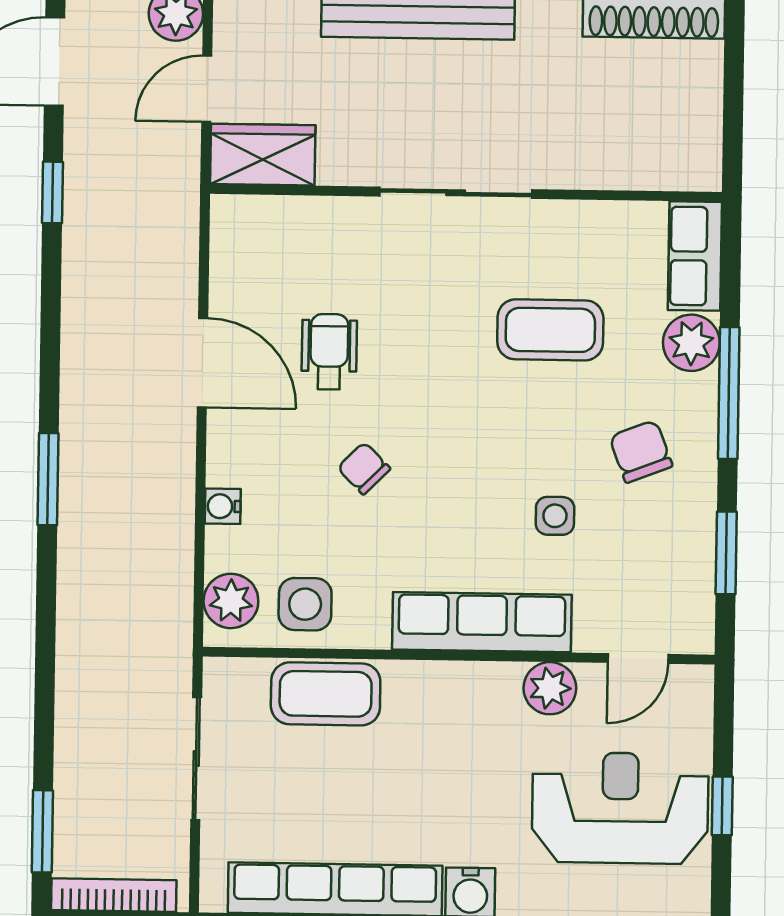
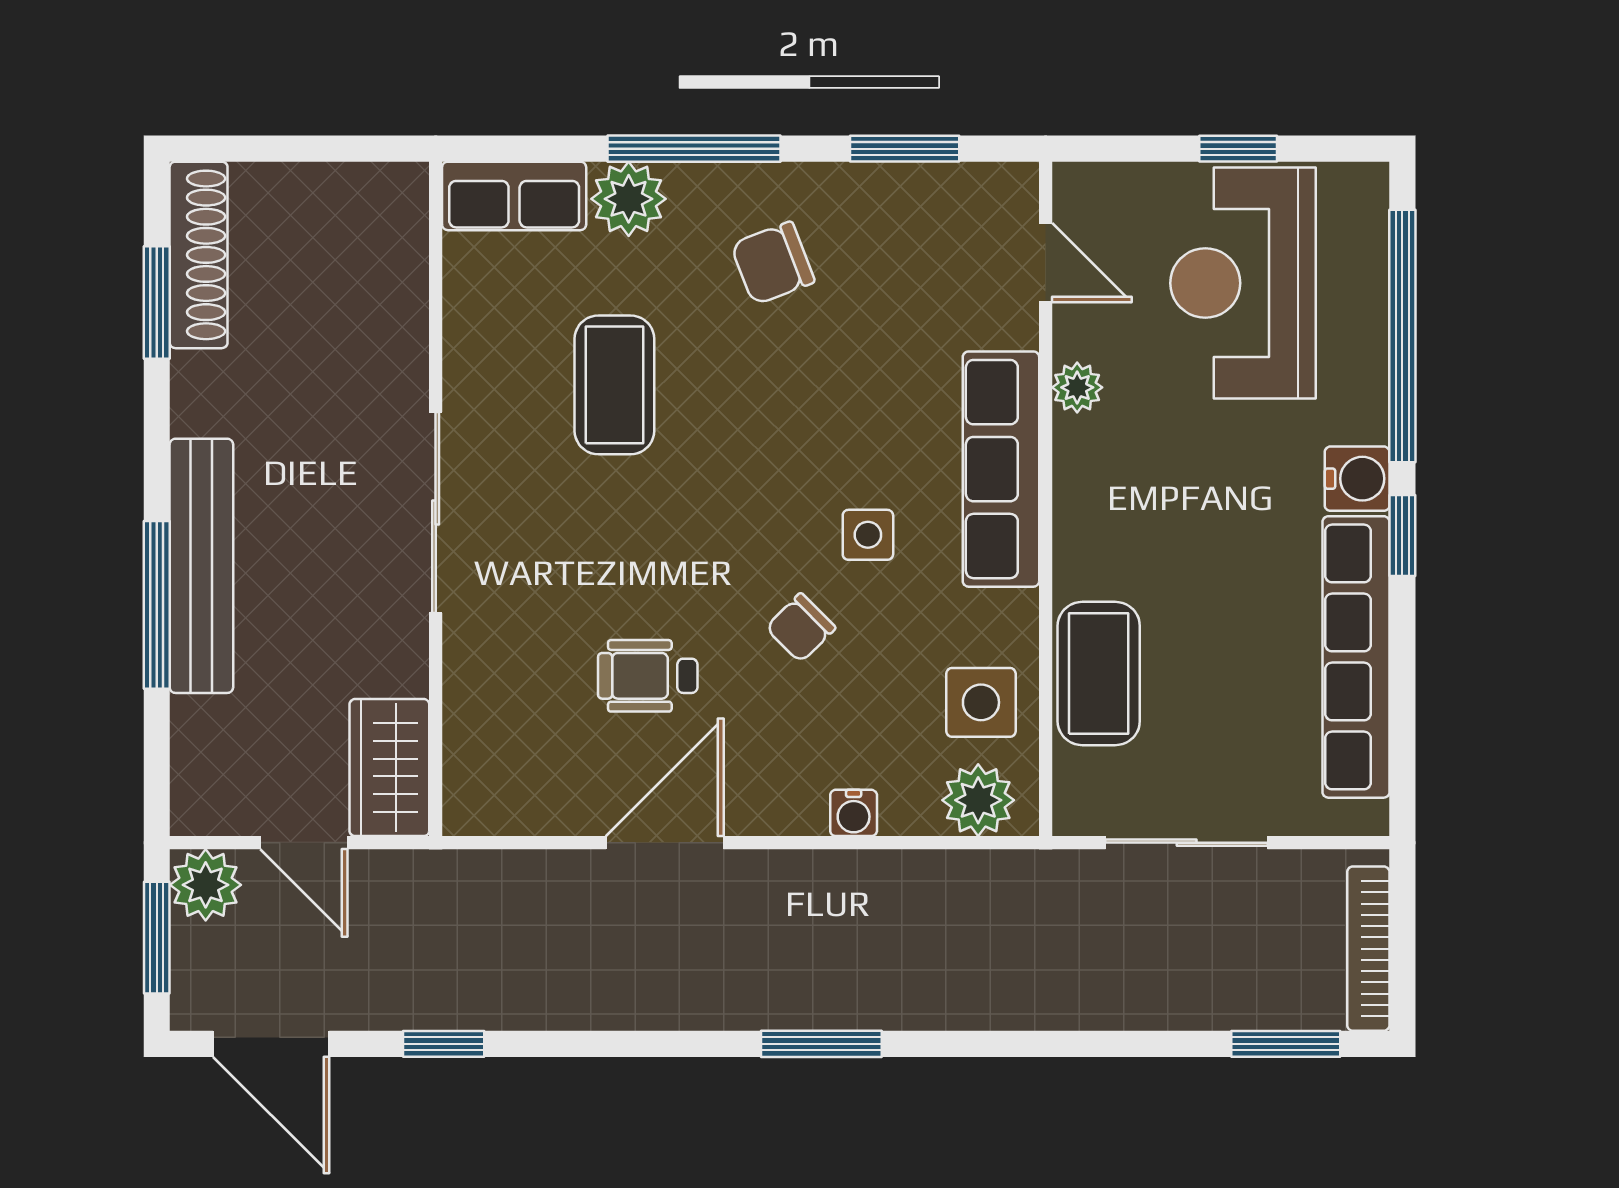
side table: (555, 516) -> (868, 535), moved
plant: (550, 688) -> (1077, 387), width x0.73, depth x0.73

